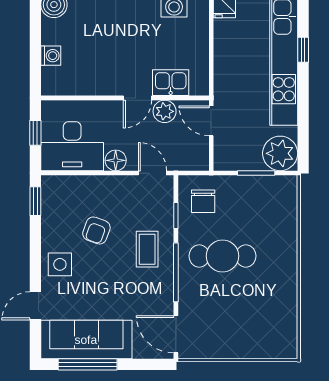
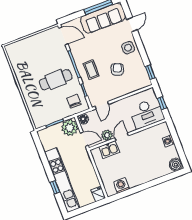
desk: (72, 146) -> (147, 113), moved, turned 180
plant: (280, 153) -> (70, 128), moved
floor lamp: (116, 160) -> (83, 119), moved
door: (153, 173) -> (102, 105), hinge flipped

